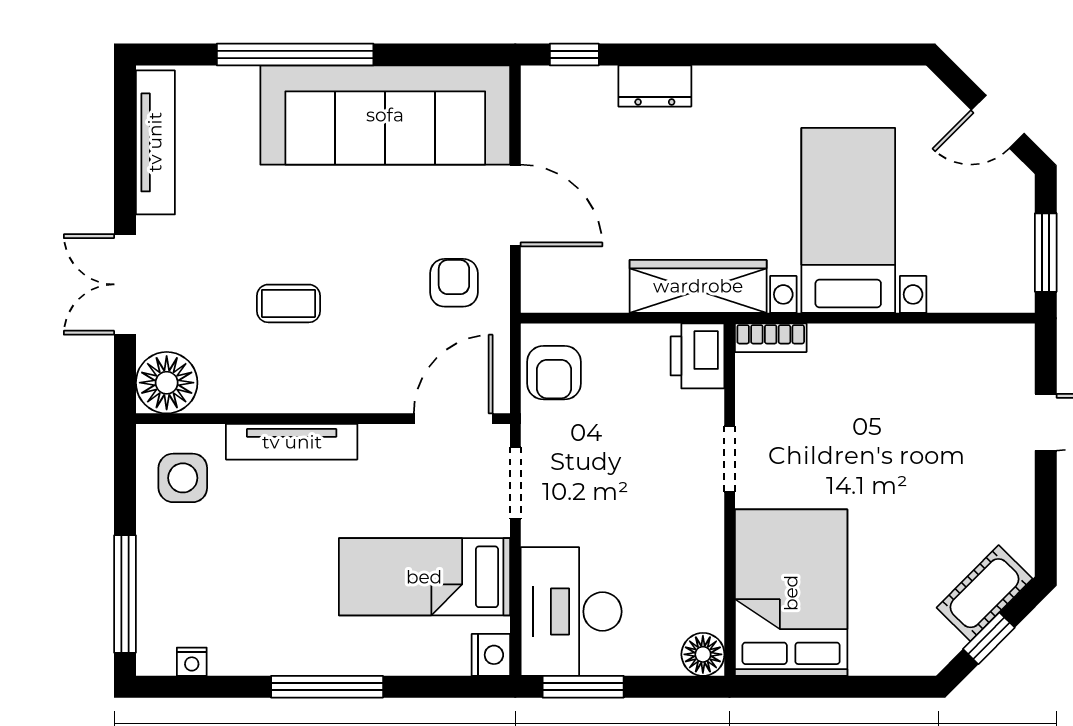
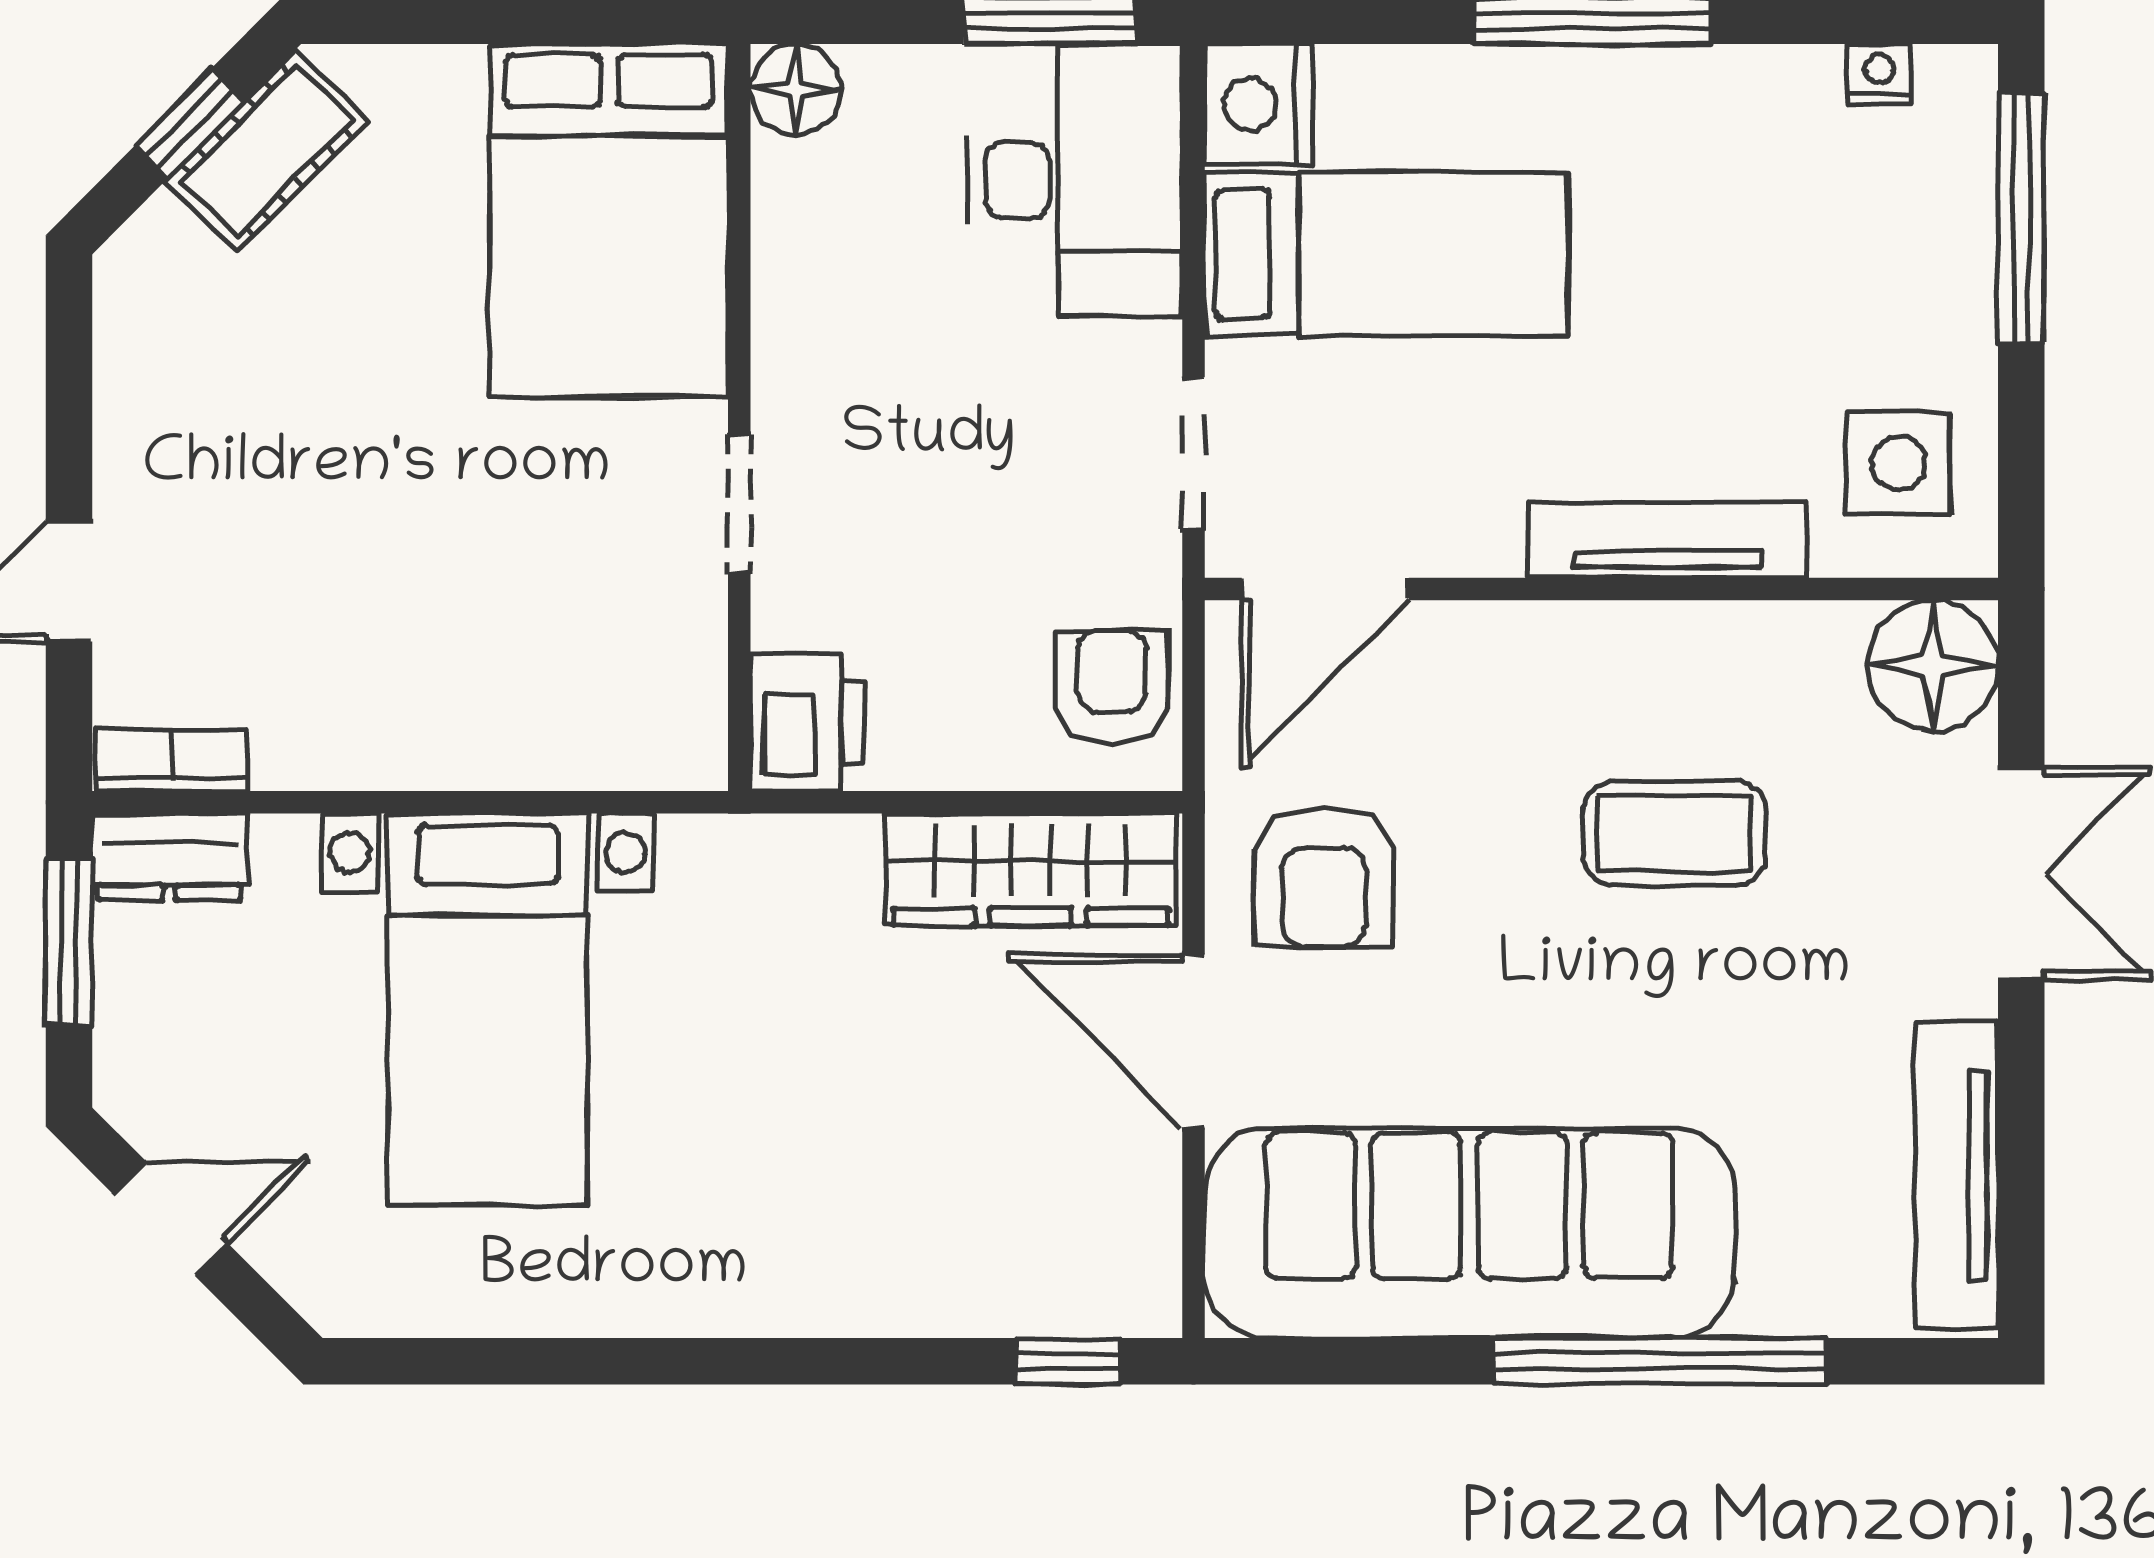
dresser: (655, 86) -> (169, 857), moved, turned 180
armchair: (454, 283) -> (1324, 877), width x1.38, depth x1.38
wardrobe: (698, 286) -> (1031, 869), moved
coffee table: (288, 303) -> (1675, 833), width x1.36, depth x1.30
bookcase: (771, 338) -> (172, 761), moved
cot: (984, 593) -> (267, 151), moved
nightstand: (491, 655) -> (1259, 104), width x1.36, depth x1.33

